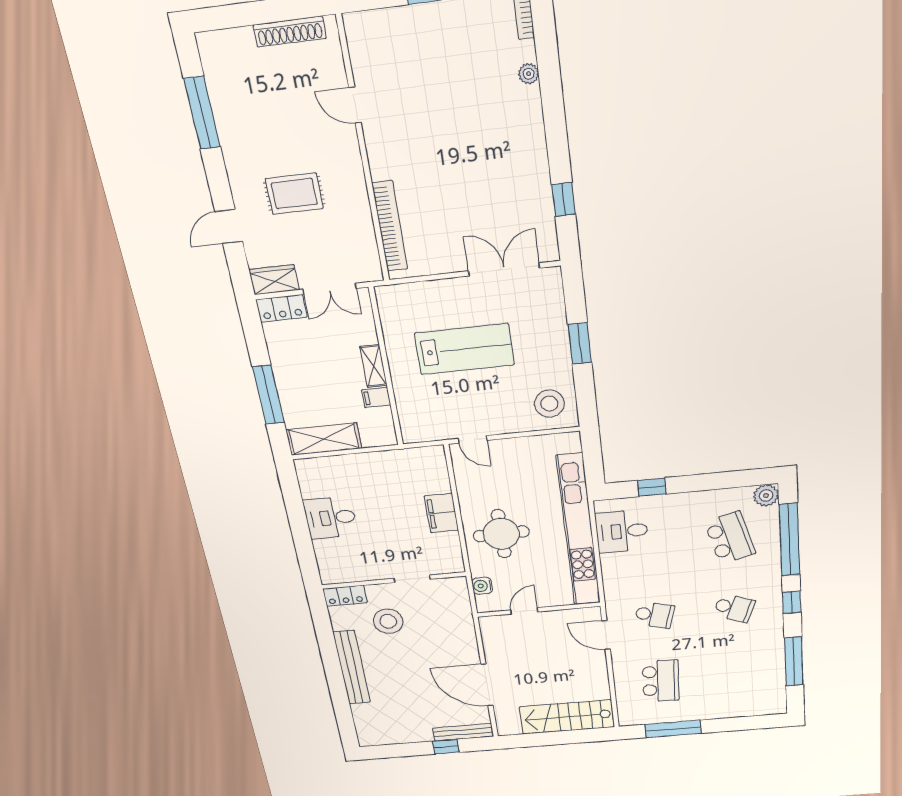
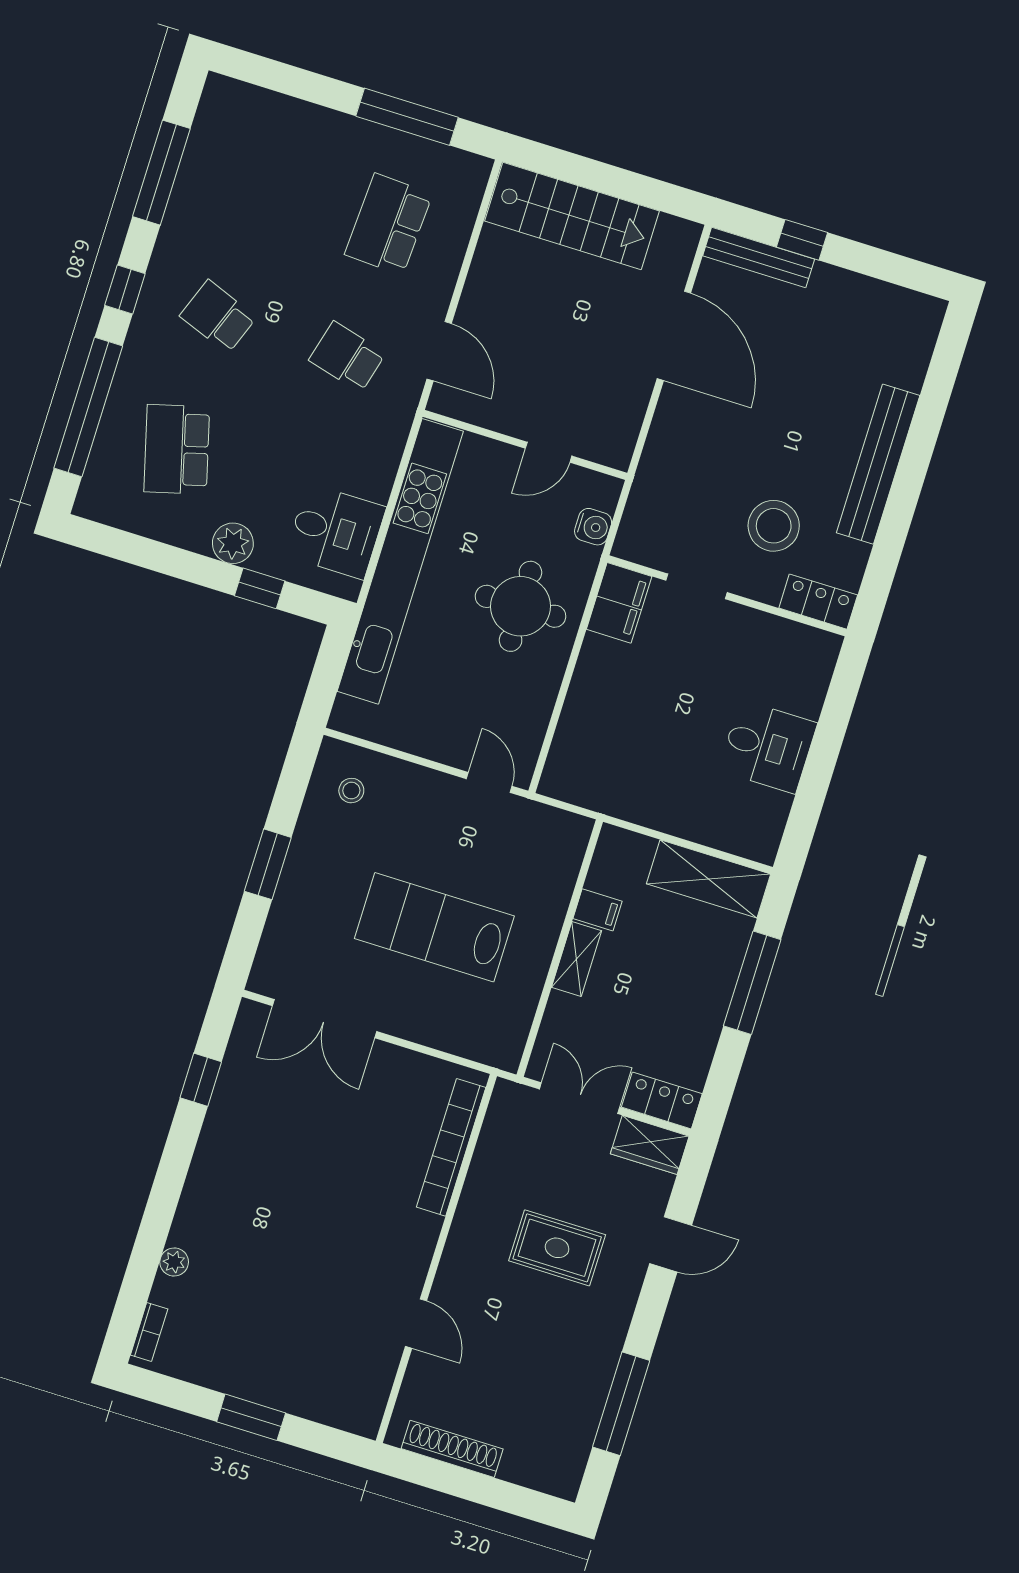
stool: (549, 404) -> (351, 791), width x0.53, depth x0.53
plant: (766, 495) -> (233, 543), moved
filing cabinet: (441, 513) -> (619, 603), moved

